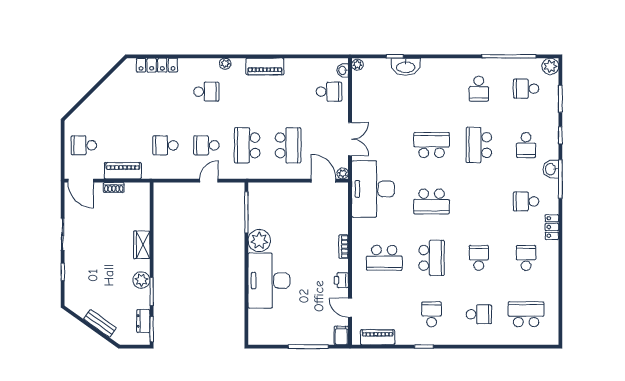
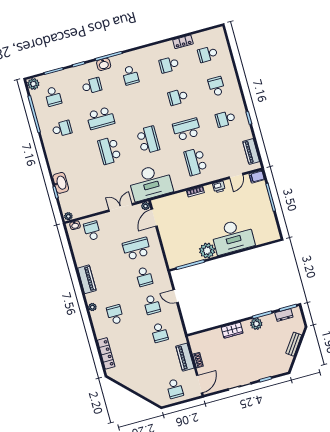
school desk: (247, 145) -> (144, 277), width x0.54
locker: (552, 227) -> (183, 42), moved
school desk: (384, 258) -> (196, 162), turned 180
school desk: (526, 314) -> (208, 54), width x0.54

